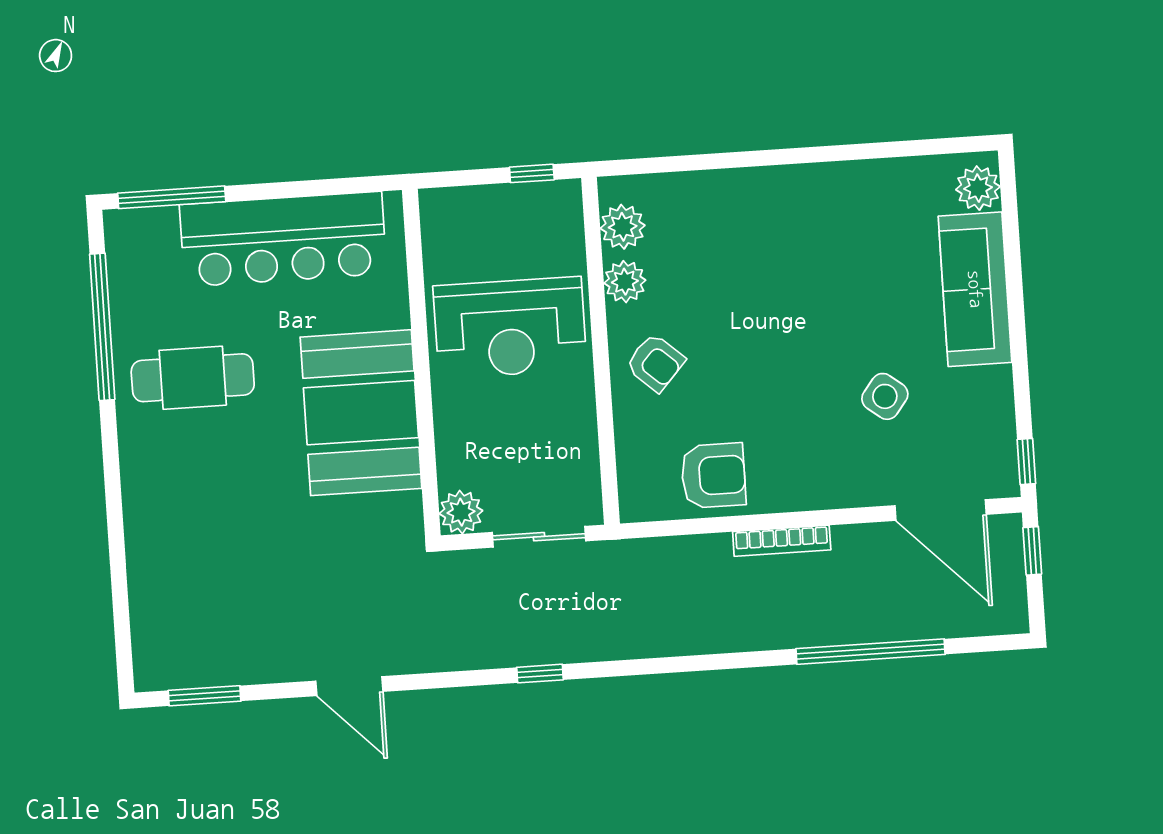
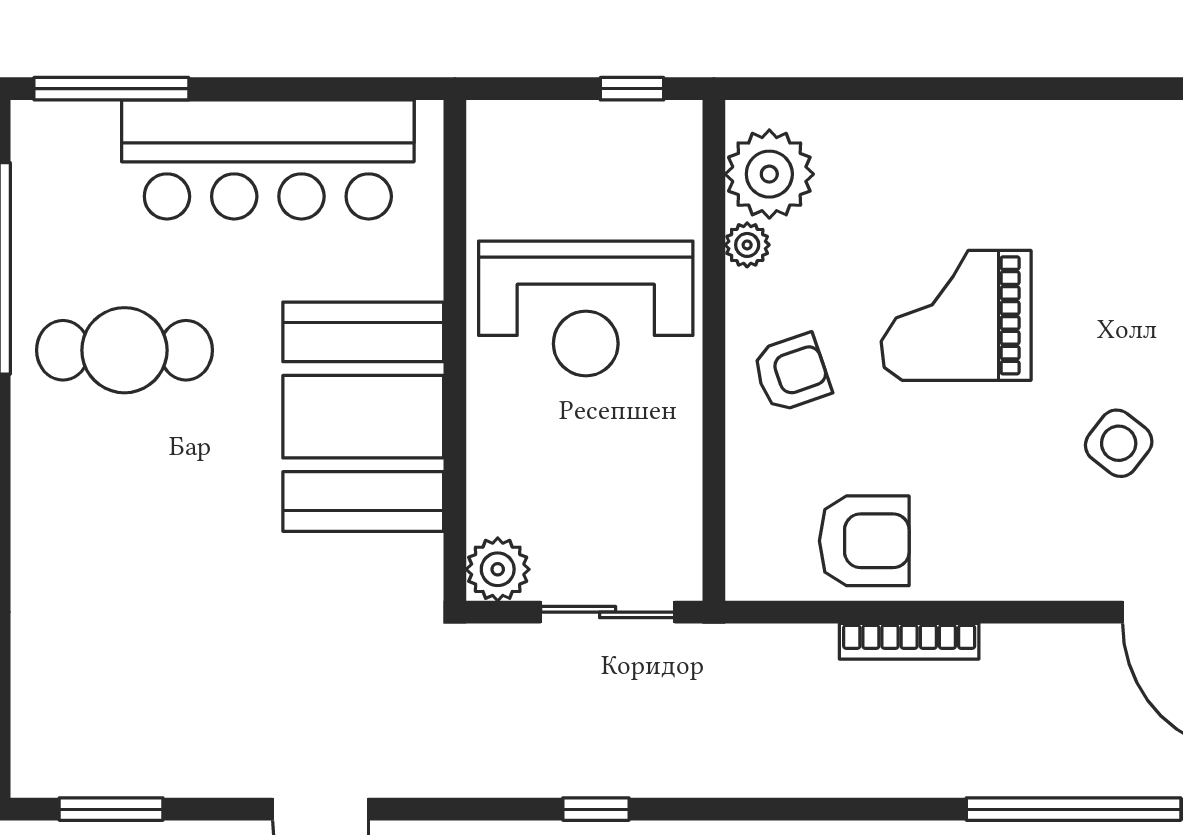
plant: (623, 227) -> (769, 174), width x1.36, depth x1.36
plant: (625, 282) -> (747, 245), width x0.73, depth x0.73
grand piano: (767, 315) -> (956, 315), added
armchair: (655, 363) -> (792, 373), turned -61
bookcase: (782, 541) -> (909, 641), moved

